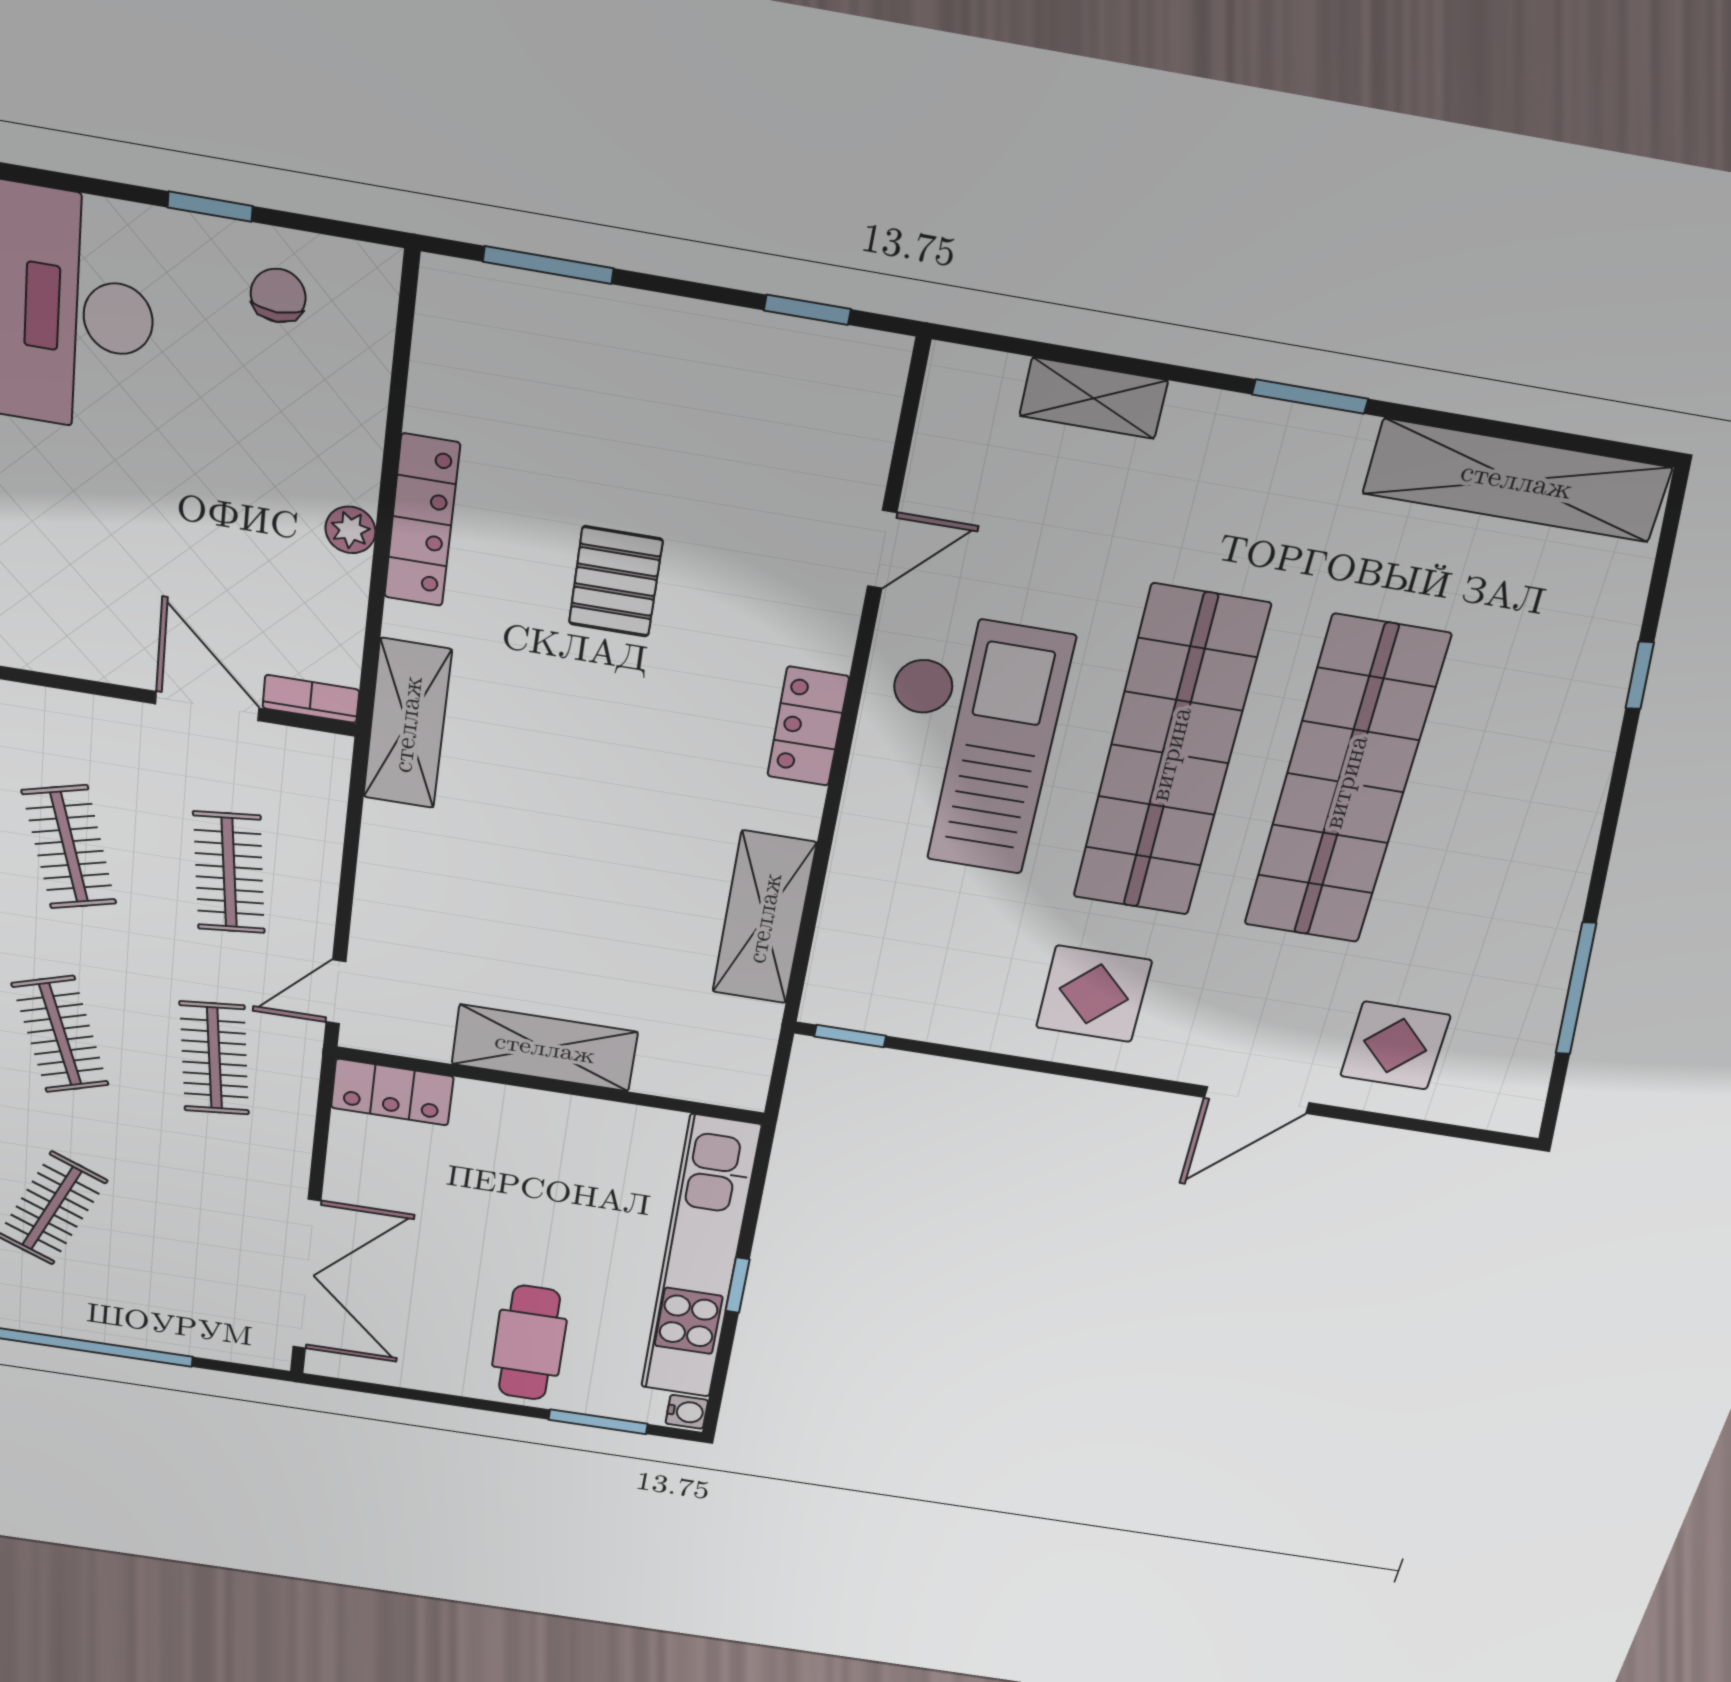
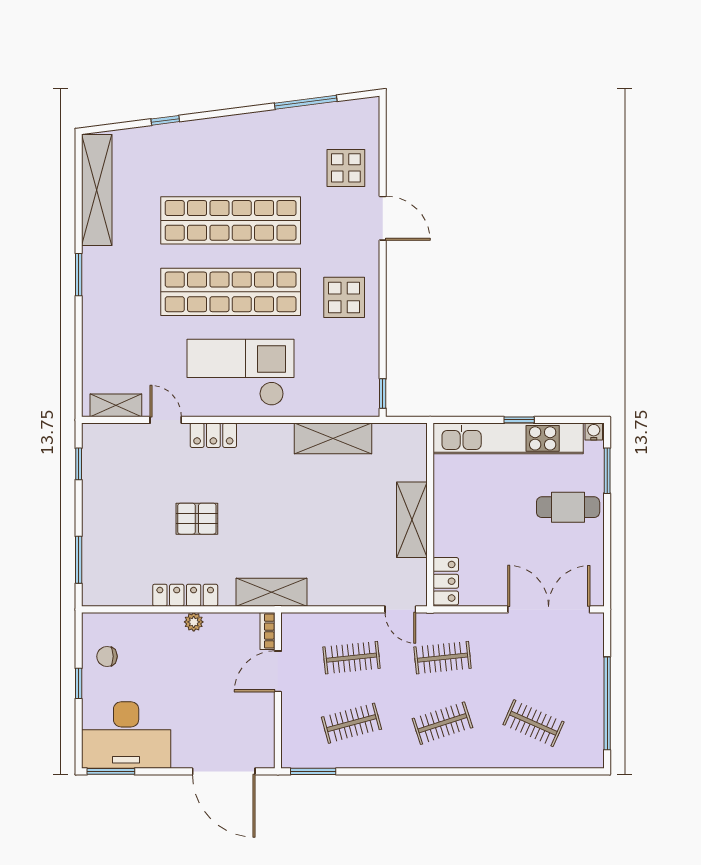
shelving: (1094, 398) -> (116, 405), moved, turned 90
locker: (808, 726) -> (213, 435), moved

